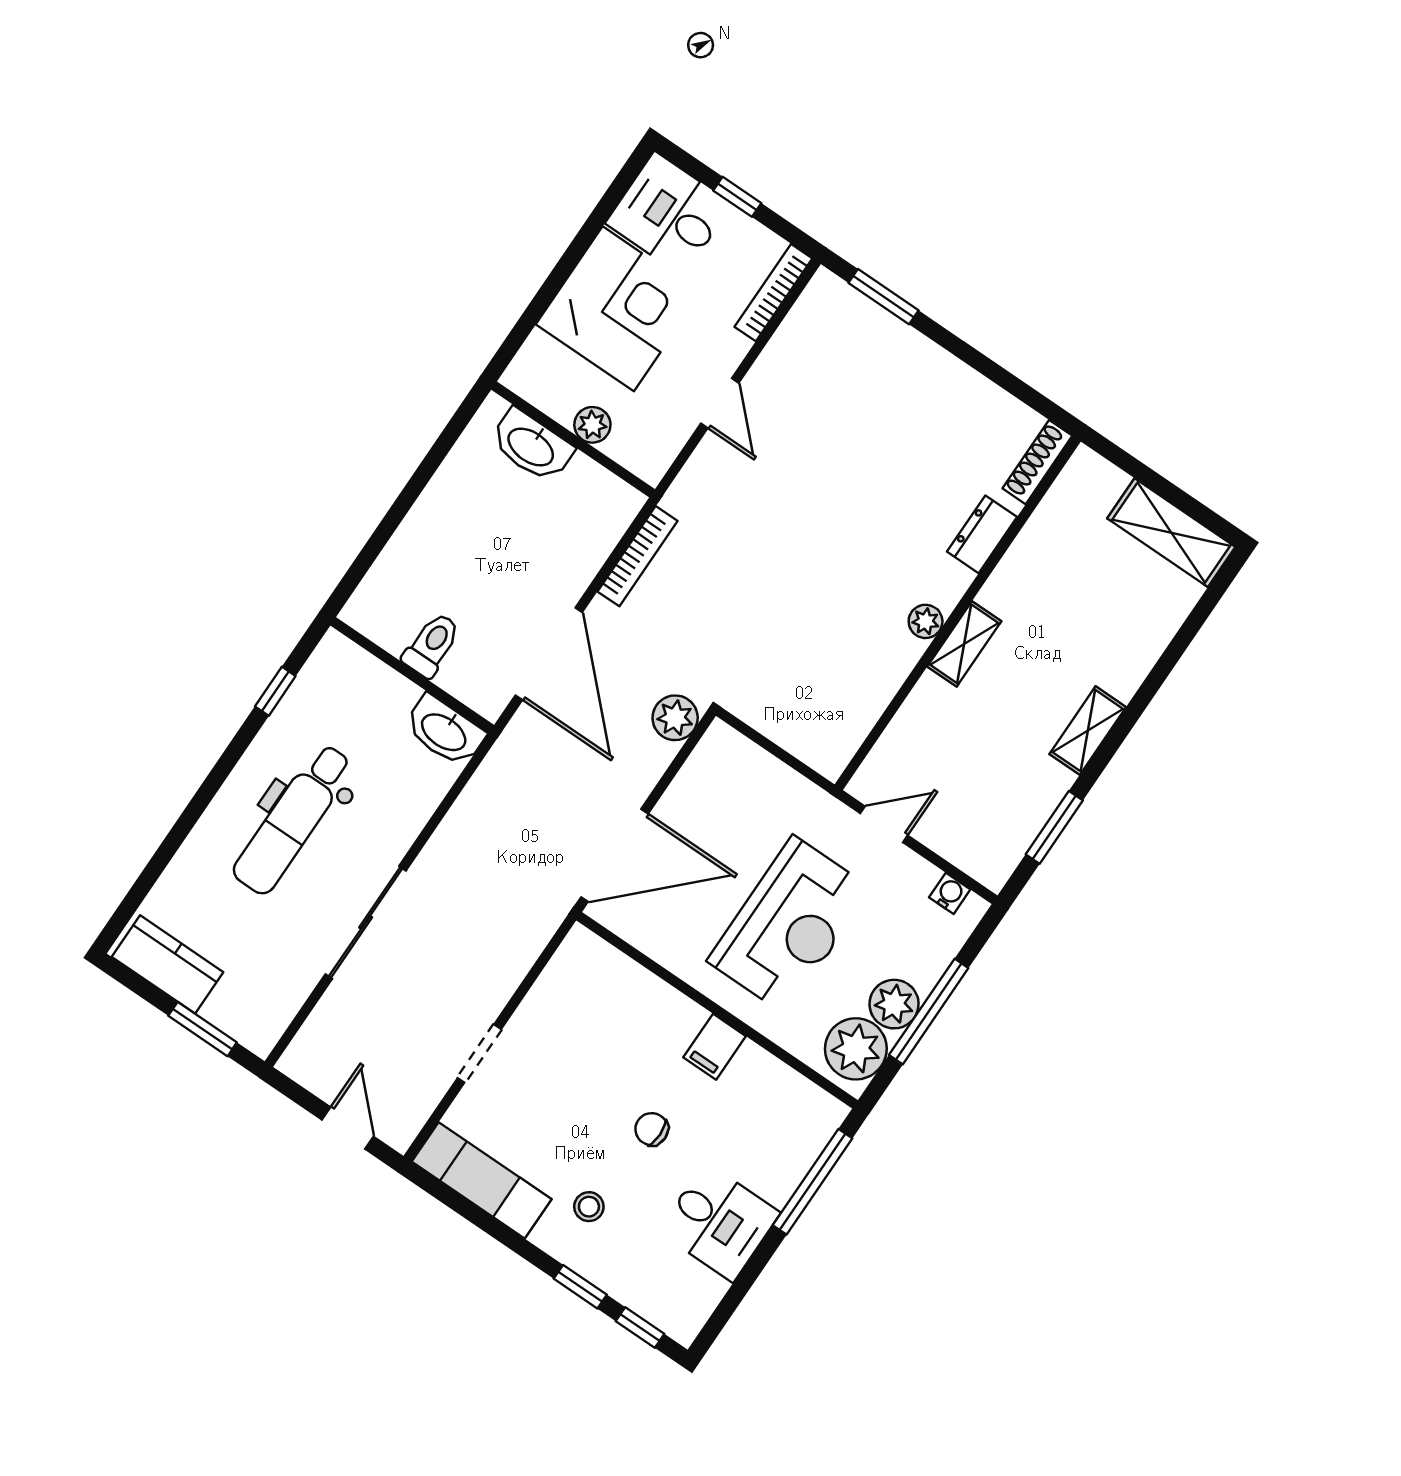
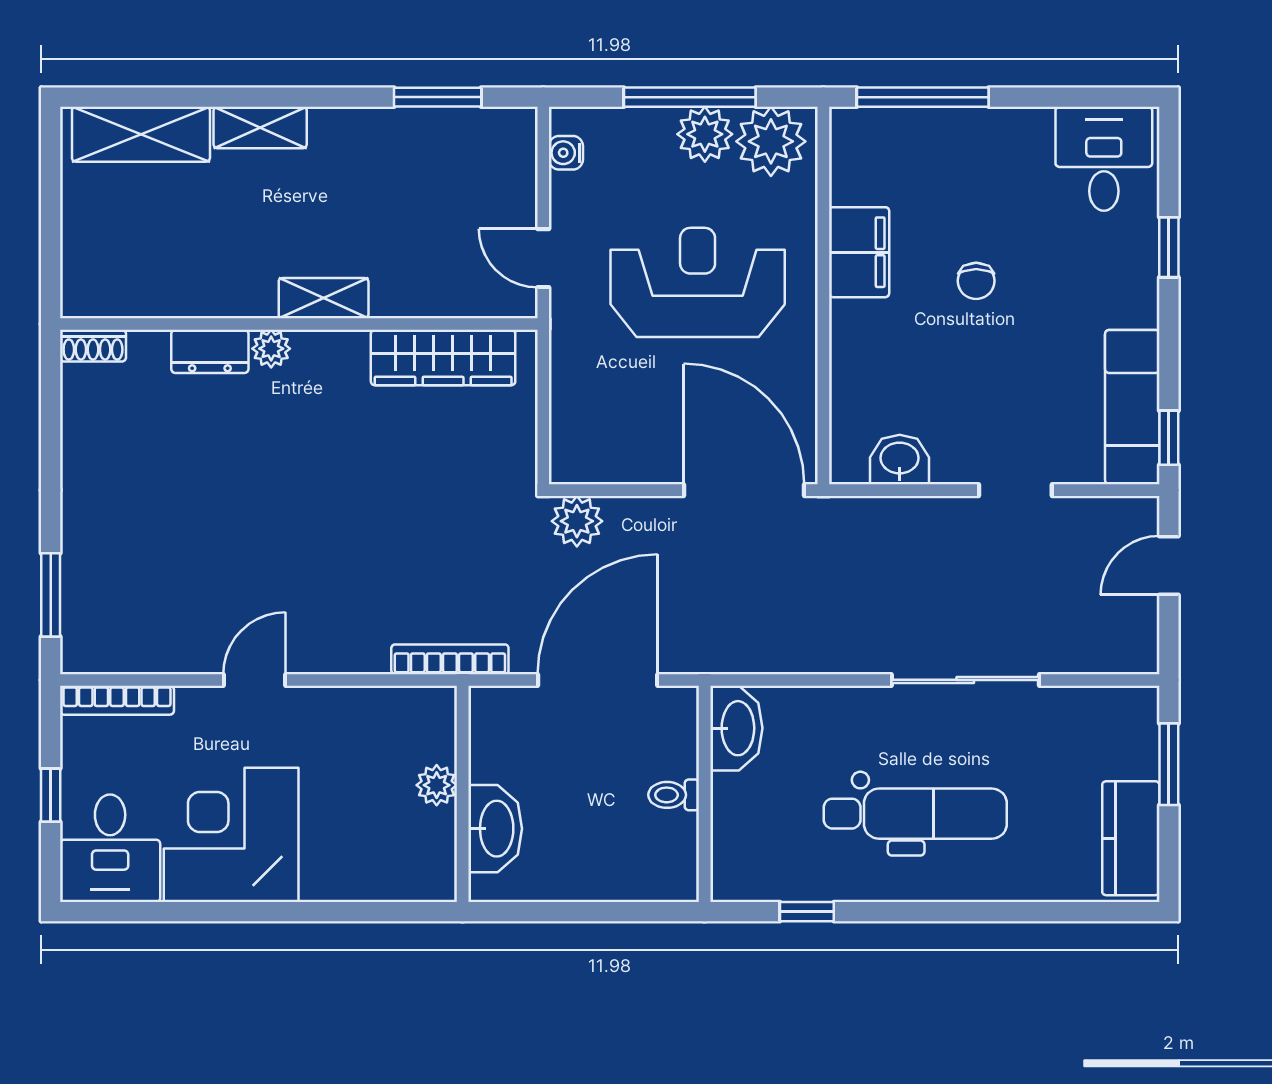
plant: (592, 425) -> (437, 785), moved
wall: (573, 439) -> (463, 794), moved
washbasin: (532, 446) -> (495, 829), moved
shoe rack: (1037, 462) -> (93, 346), width x0.70
shelving: (1171, 533) -> (141, 134), moved, turned 90
plant: (926, 621) -> (271, 349), moved
toilet: (432, 645) -> (674, 795), width x0.73, depth x0.72
wardrobe: (861, 702) -> (443, 358), added
shelving: (1088, 731) -> (260, 127), moved
washbasin: (559, 984) -> (900, 459), added
filing cabinet: (715, 1047) -> (859, 252), width x2.00
stool: (589, 1207) -> (1089, 290), removed
desk: (719, 1222) -> (1104, 159), moved
window: (640, 1328) -> (1169, 438), moved

